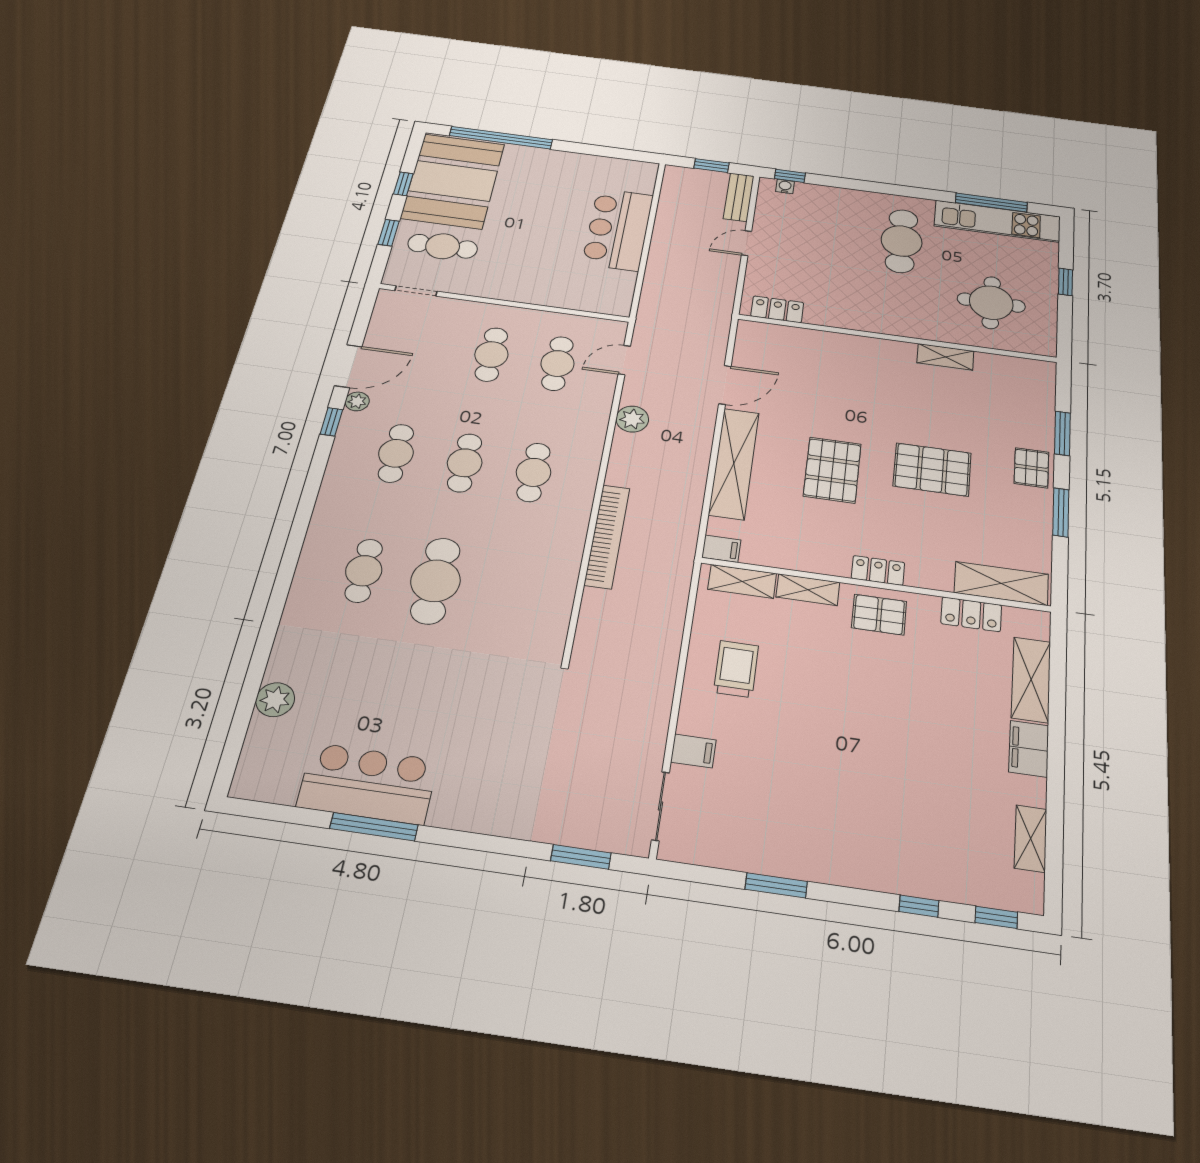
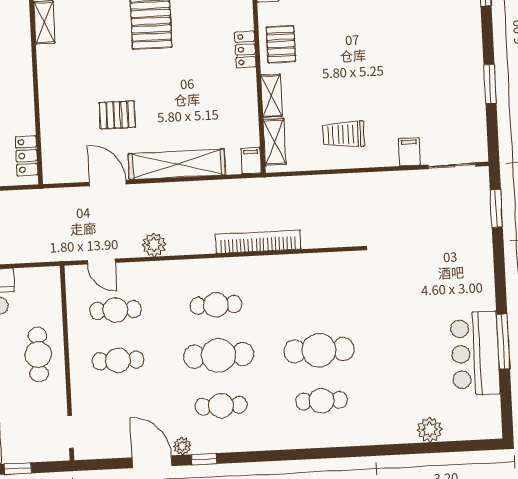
cafe table: (443, 246) -> (38, 354), moved
cafe table: (465, 463) -> (218, 355), width x1.37, depth x1.35
pallet: (832, 470) -> (117, 115), moved, width x0.67, depth x0.71

